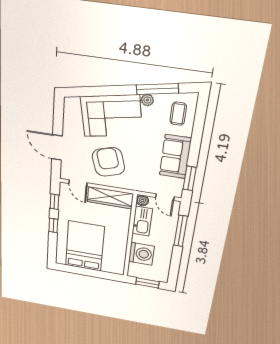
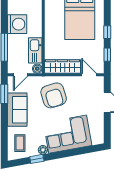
window: (157, 89) -> (37, 159), width x0.46
armchair: (108, 162) -> (54, 95), moved
door: (165, 197) -> (20, 75), swing flipped
washing machine: (141, 254) -> (17, 24), moved, turned 180

